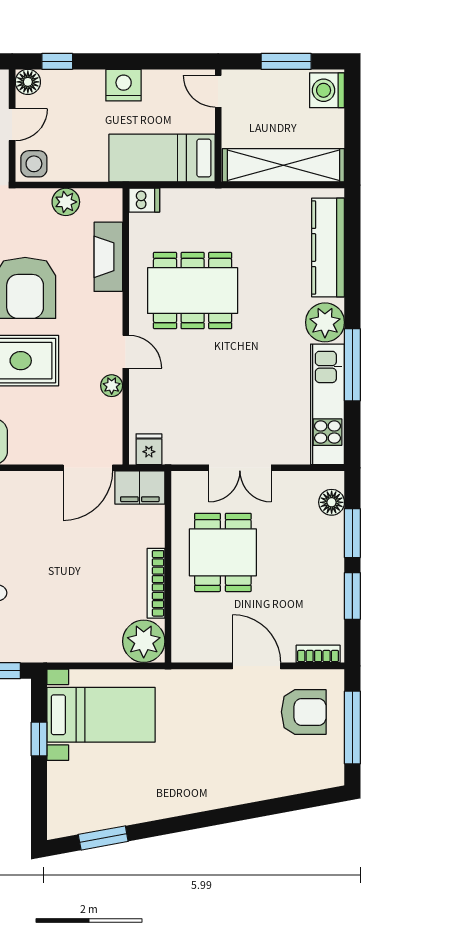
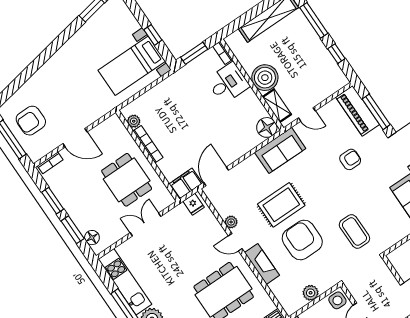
fireplace: (108, 257) -> (262, 264), moved
plant: (144, 641) -> (134, 121), width x0.53, depth x0.53
armchair: (304, 712) -> (31, 121), moved

